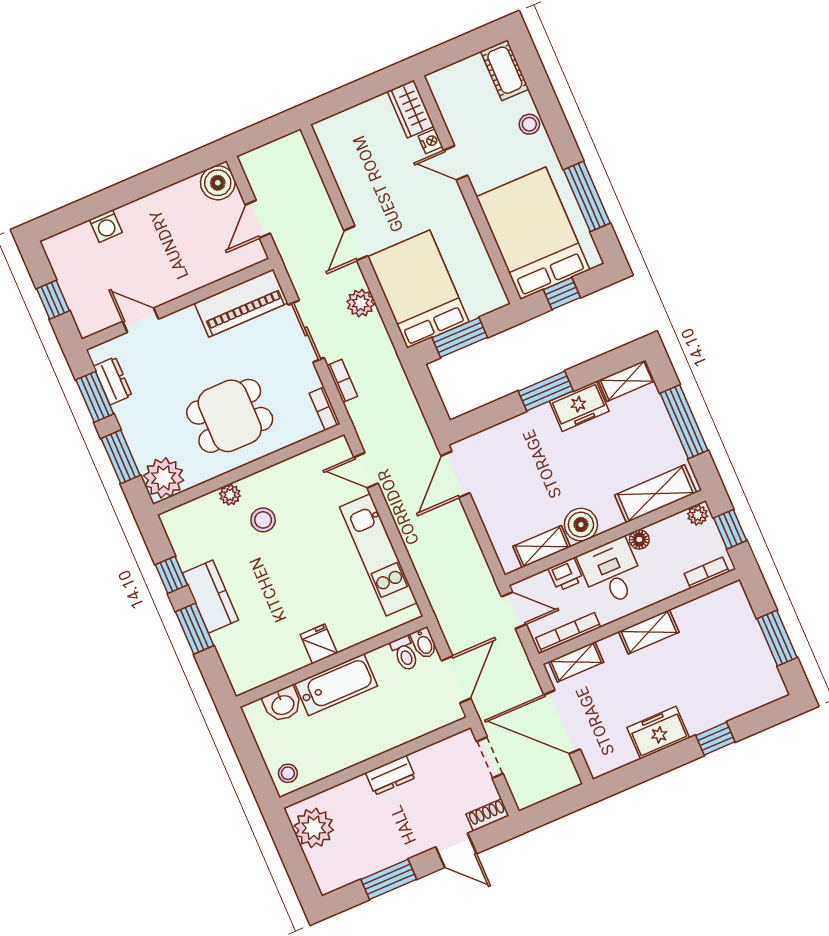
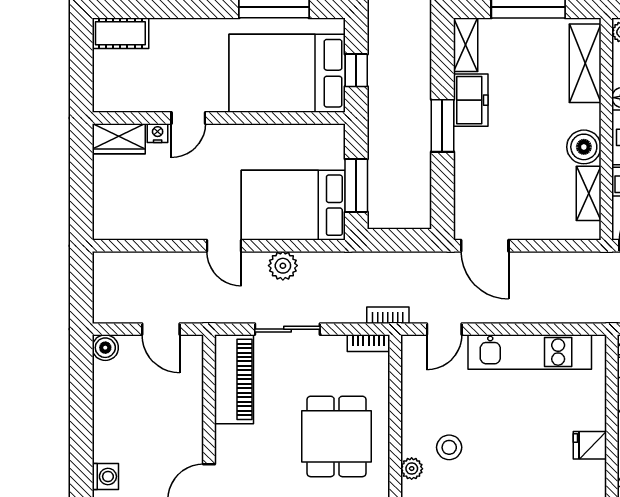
stool: (529, 124) -> (182, 32), removed
boiler: (218, 183) -> (105, 348), width x0.73, depth x0.73
bookcase: (342, 381) -> (388, 315), moved

